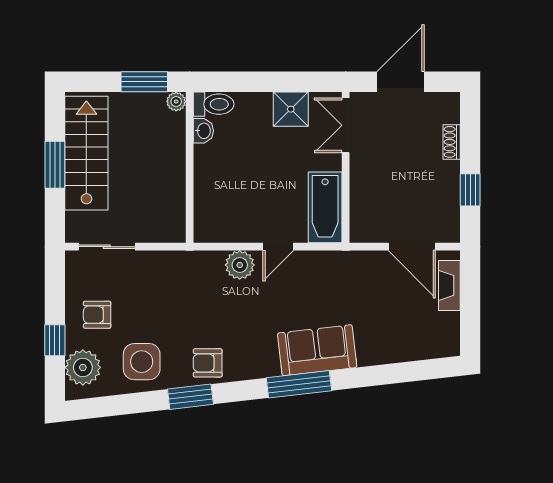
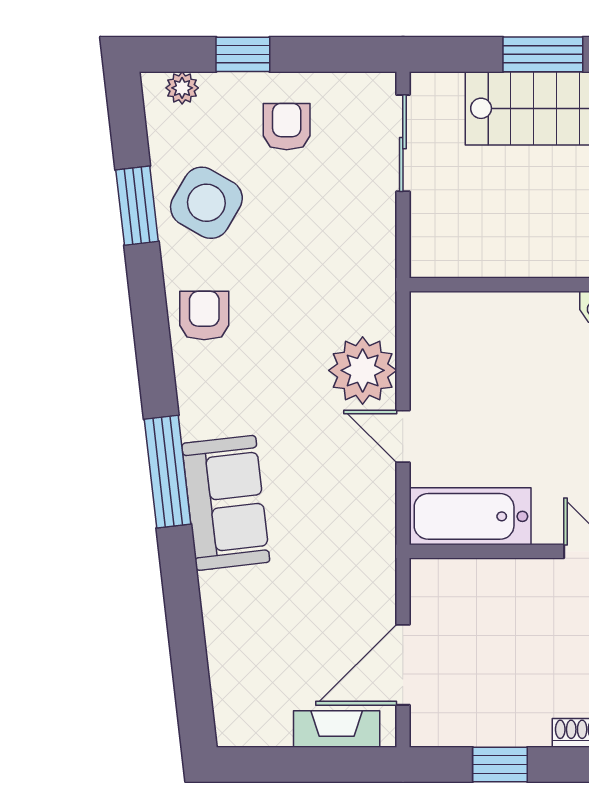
plant: (240, 265) -> (363, 370), width x1.36, depth x1.36
side table: (142, 362) -> (206, 203), turned 30
plant: (83, 367) -> (182, 88), width x0.53, depth x0.53
window: (190, 397) -> (137, 206), moved

